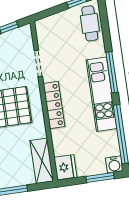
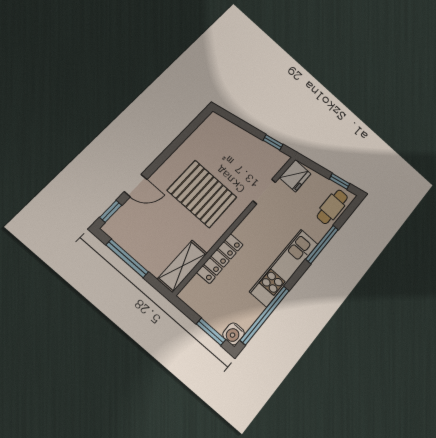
window: (112, 72) -> (322, 244), moved
locker: (54, 105) -> (220, 258), moved
fridge: (65, 167) -> (295, 176), moved

